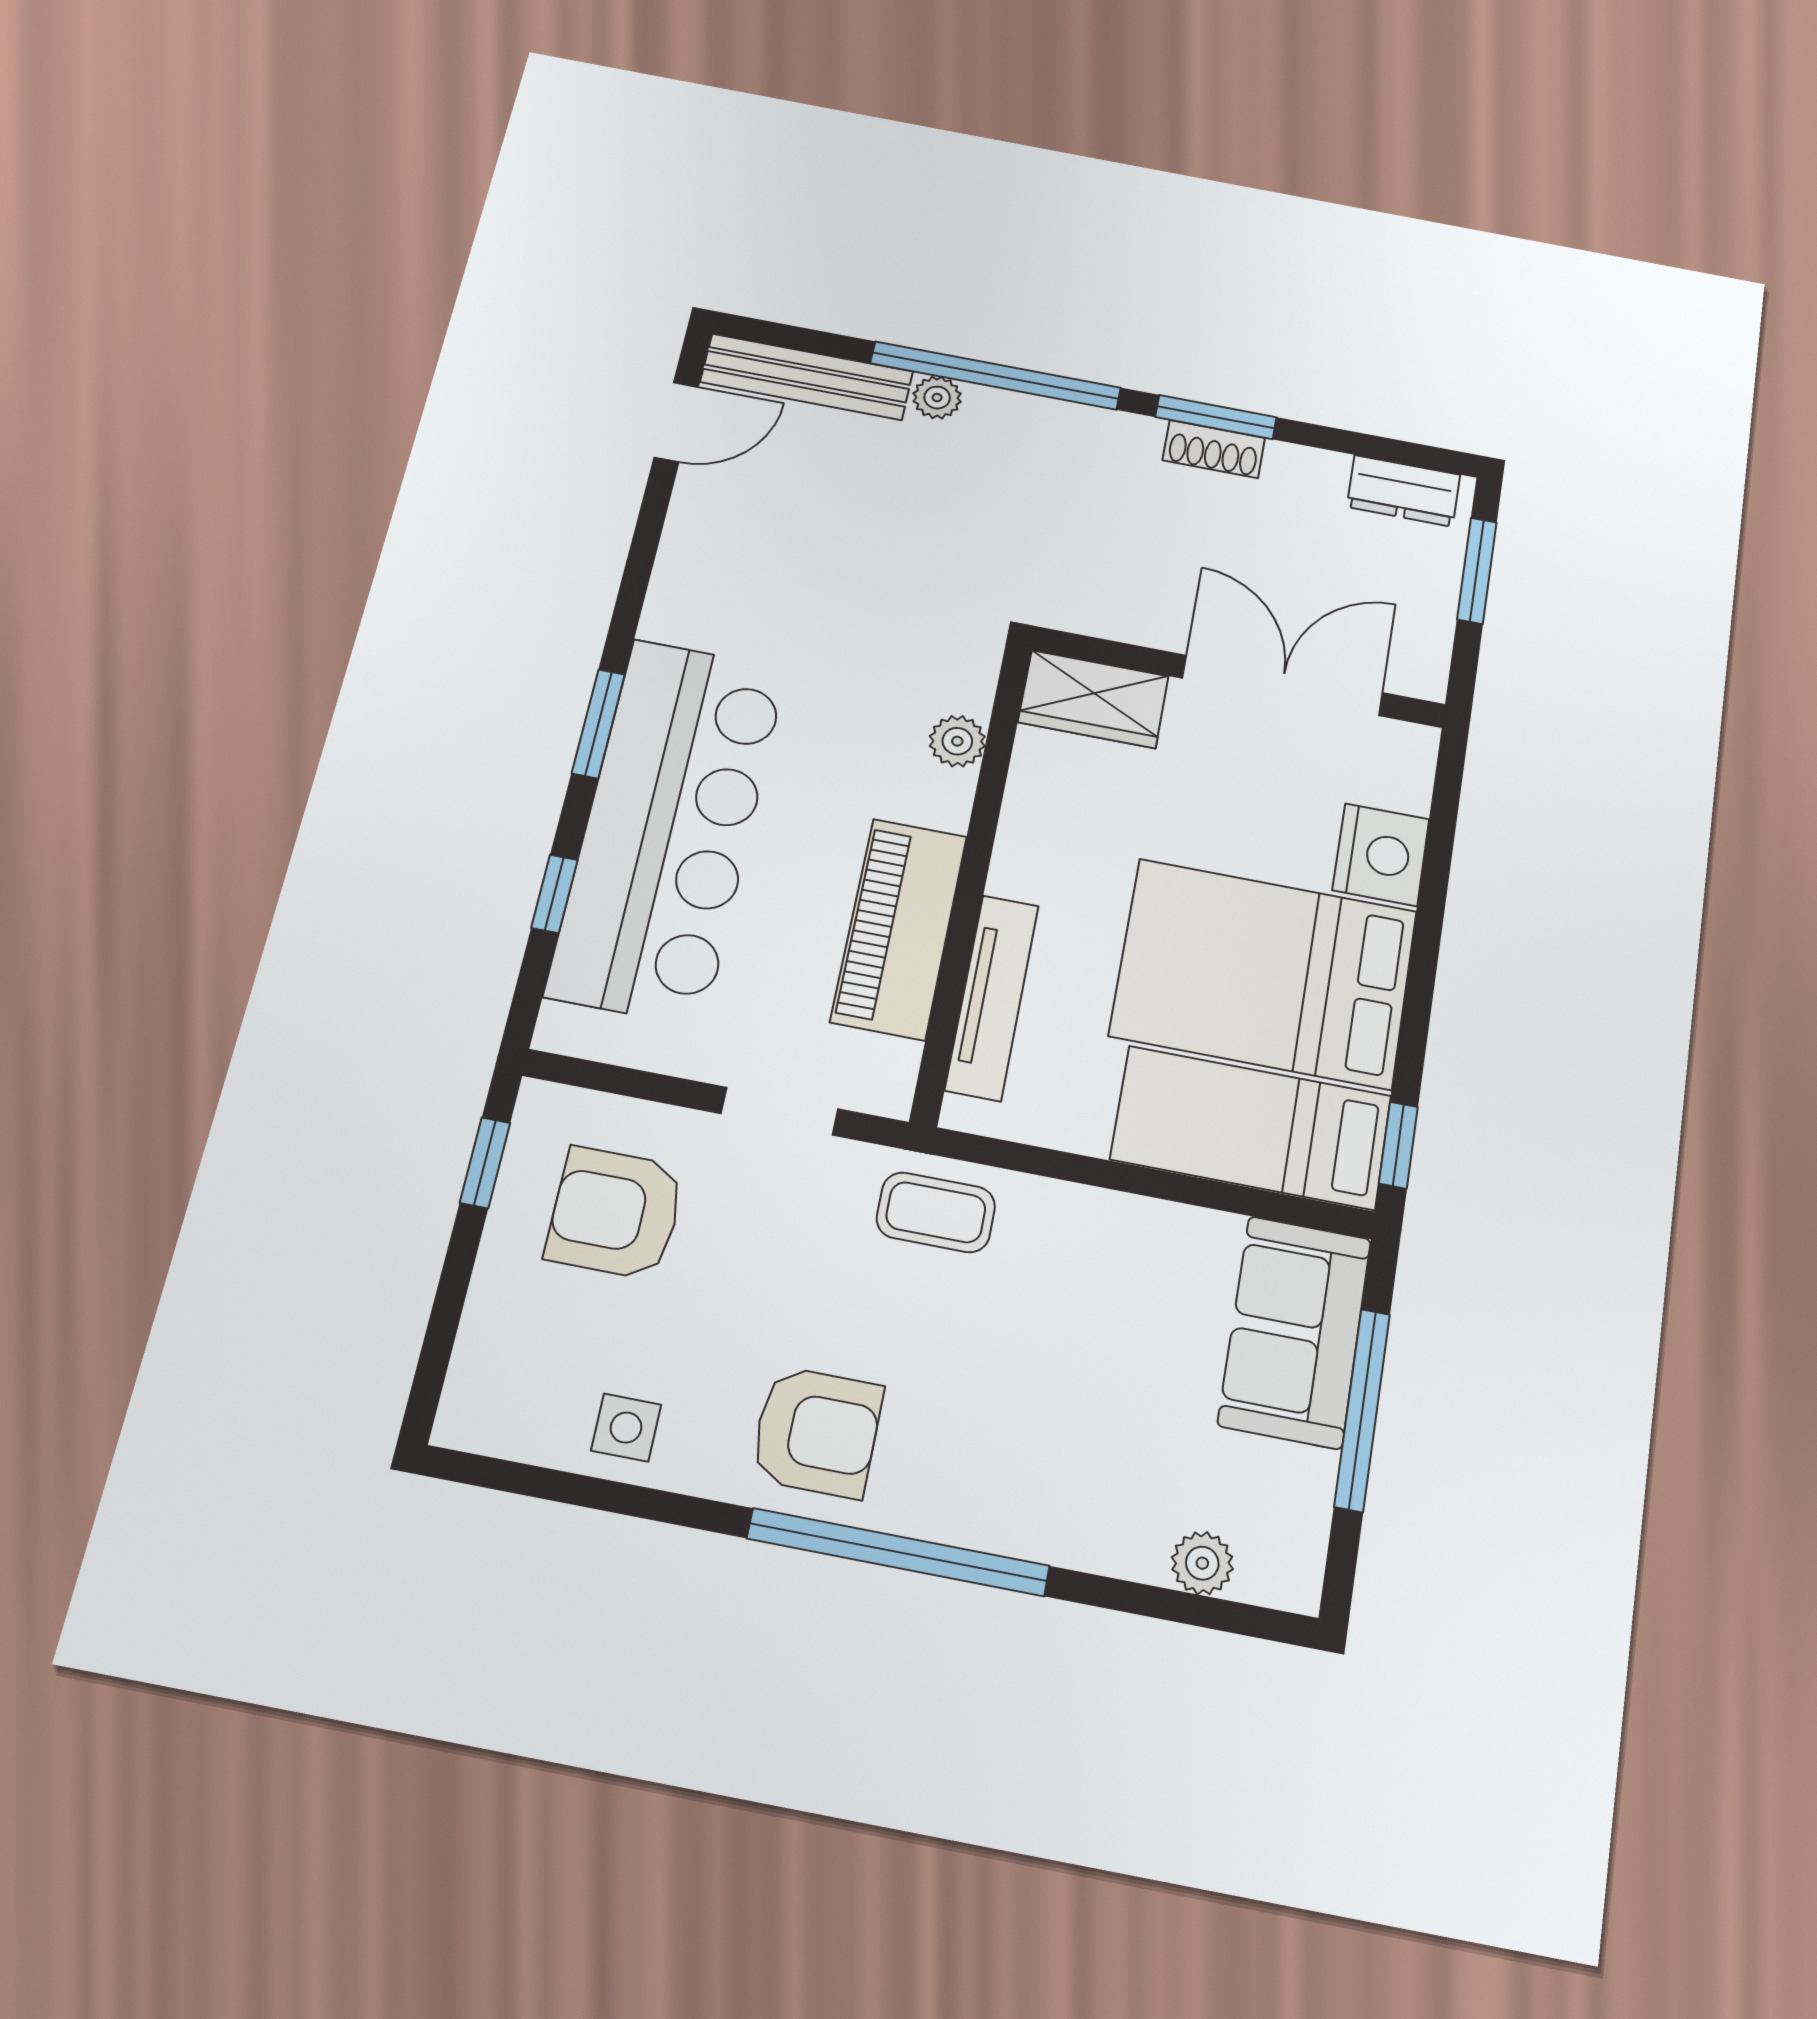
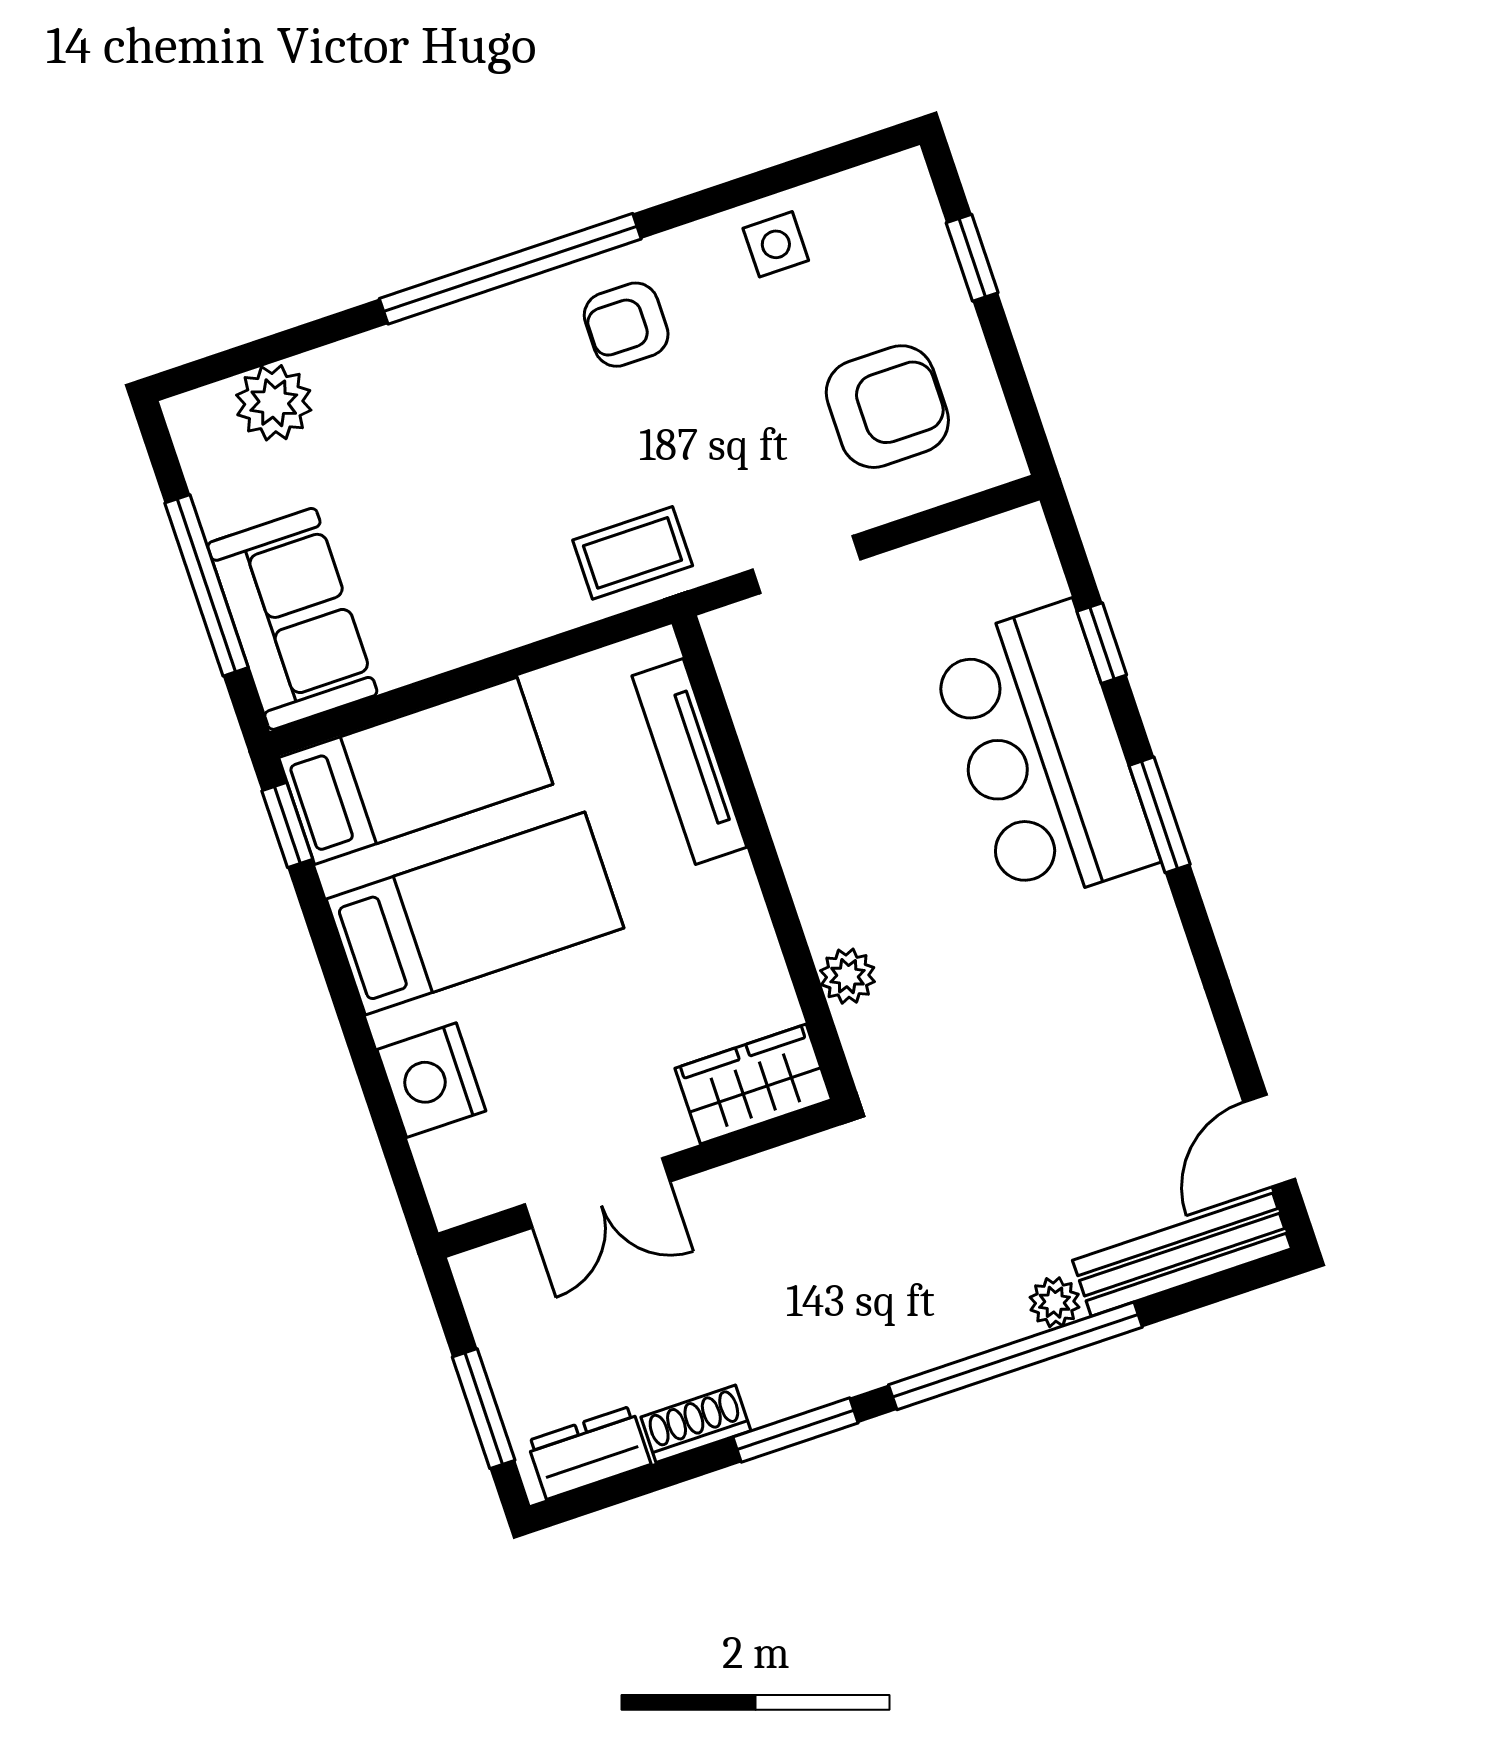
shoe rack: (1214, 449) -> (696, 1424), moved
double door: (1282, 685) -> (597, 1193), width x0.73
bar counter: (668, 829) -> (1043, 754), width x0.73
piano: (899, 929) -> (800, 778), removed
bed: (1264, 973) -> (475, 913), width x0.67
window: (485, 1163) -> (972, 258), moved
armchair: (817, 1432) -> (626, 325), width x0.72, depth x0.72
plant: (1202, 1563) -> (274, 403), width x1.38, depth x1.38

